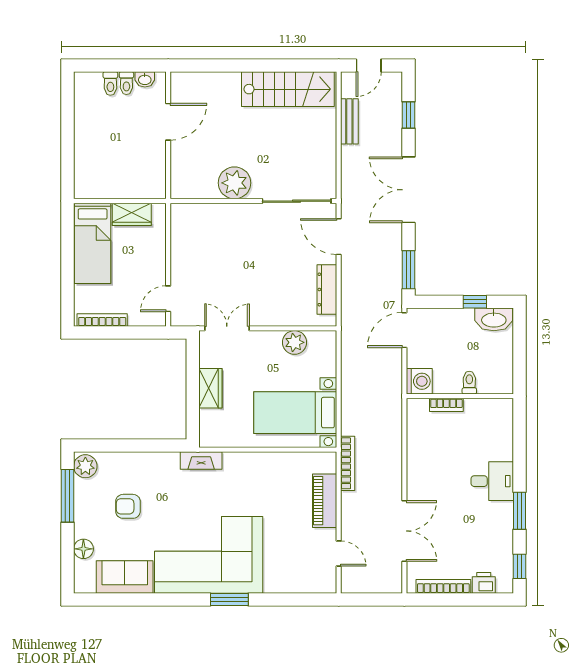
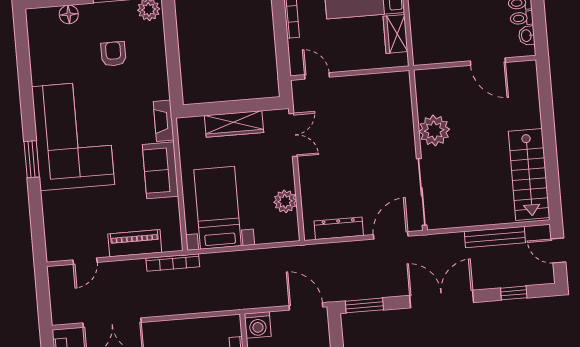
bench: (349, 121) -> (495, 237), width x1.36
wardrobe: (210, 388) -> (234, 124), width x1.50
sofa: (125, 577) -> (160, 170), moved, turned 180

